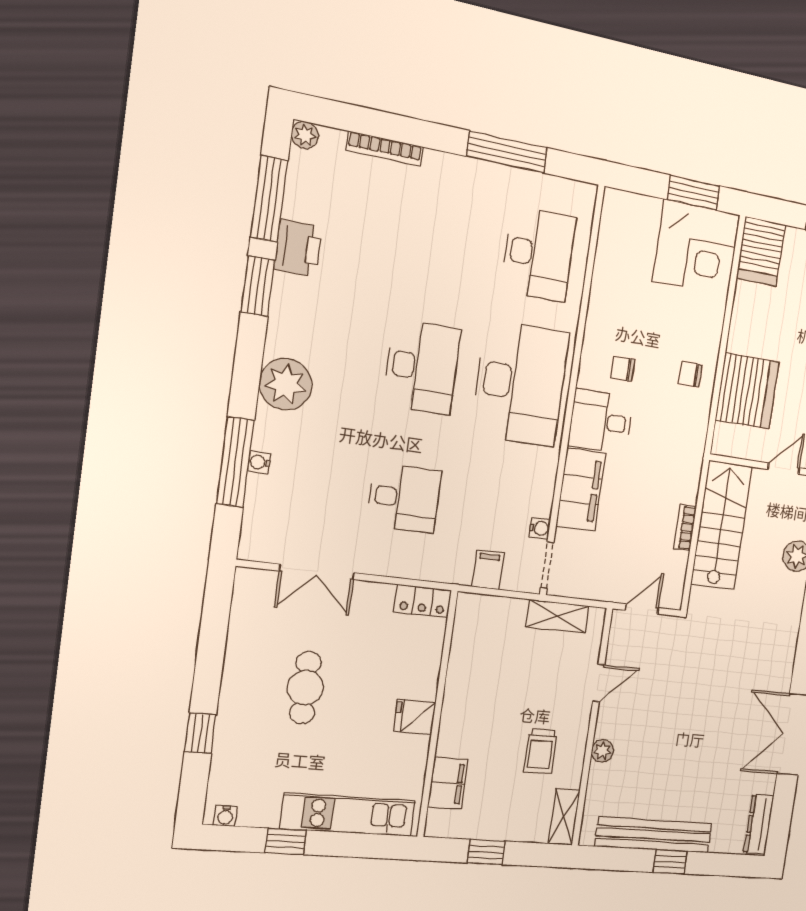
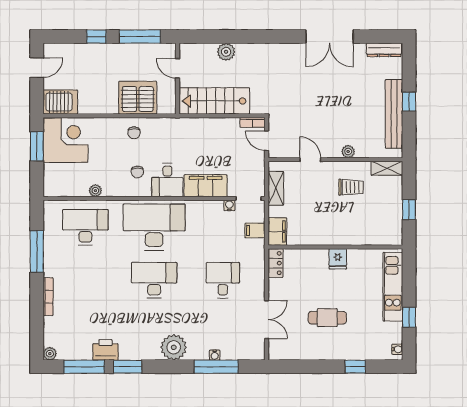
bookcase: (385, 148) -> (48, 297), moved
plant: (601, 285) -> (95, 191), added
bookcase: (685, 527) -> (252, 122), moved
filing cabinet: (448, 783) -> (277, 231), moved, turned 90

